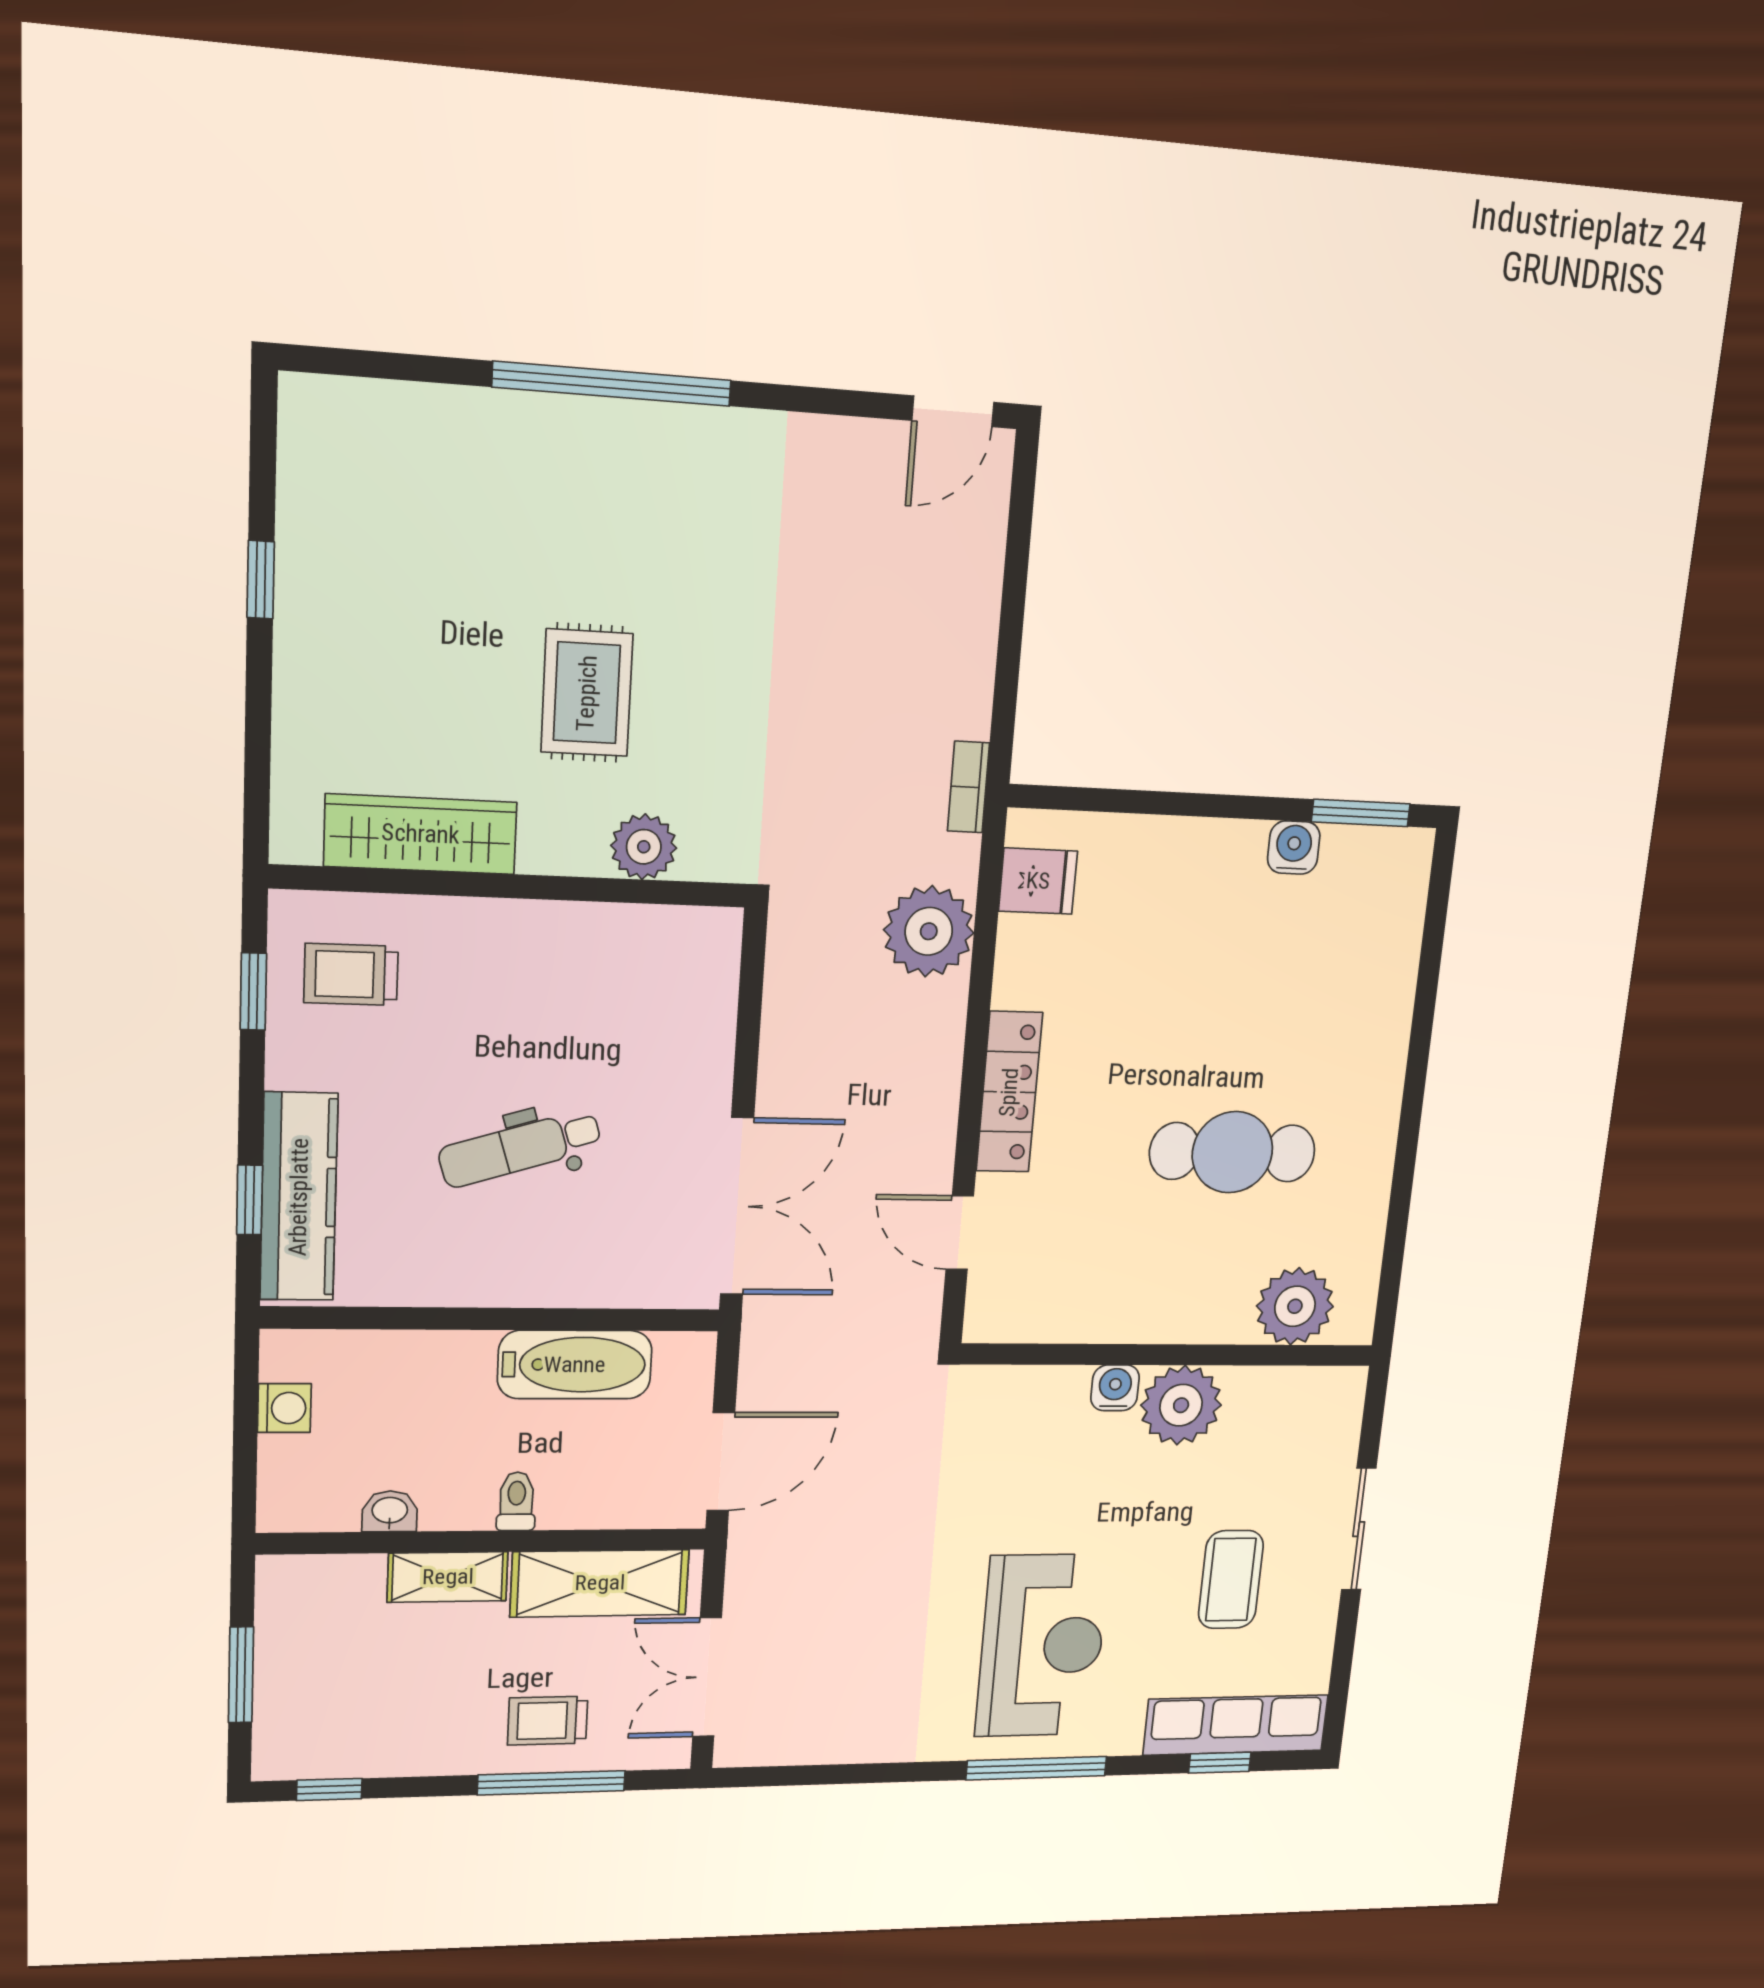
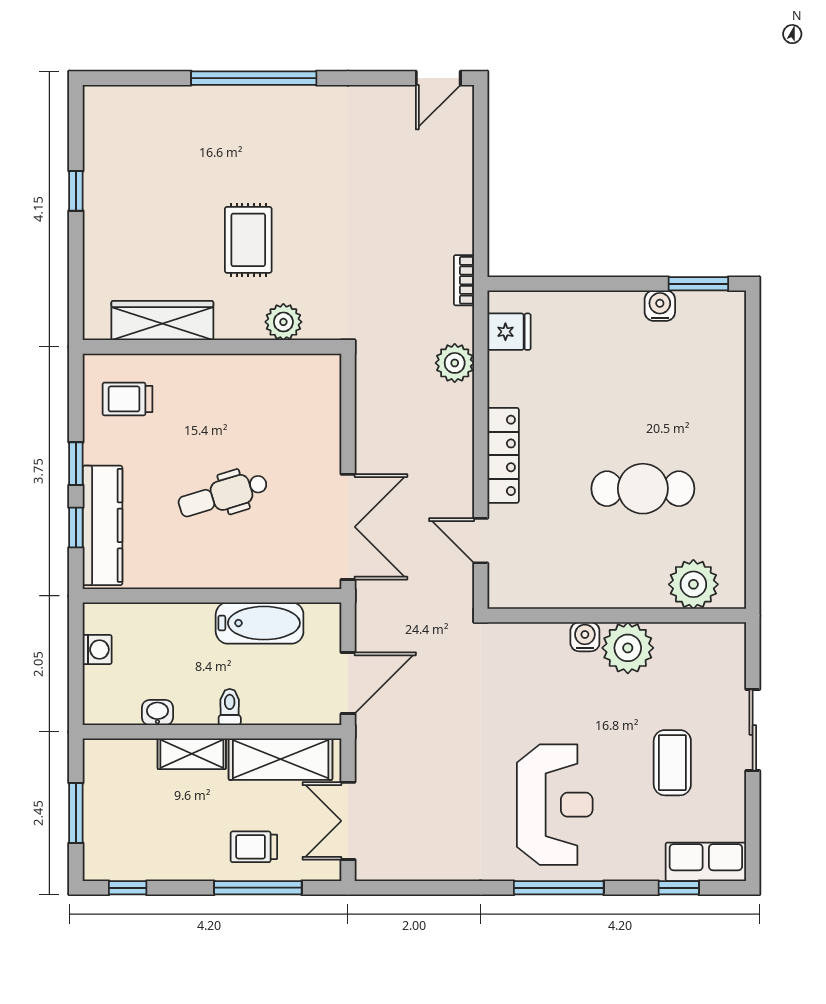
plant: (929, 931) -> (455, 363), width x0.73, depth x0.73
window: (253, 992) -> (76, 464), moved
row of seats: (1236, 1725) -> (706, 862), width x0.68

